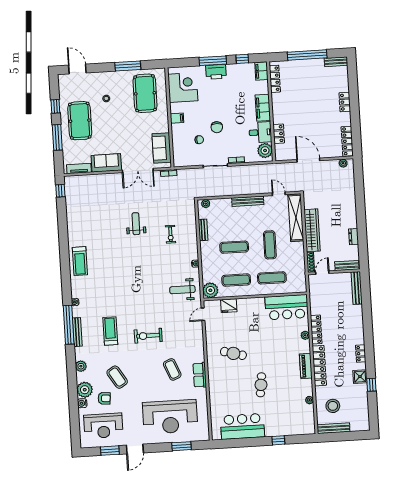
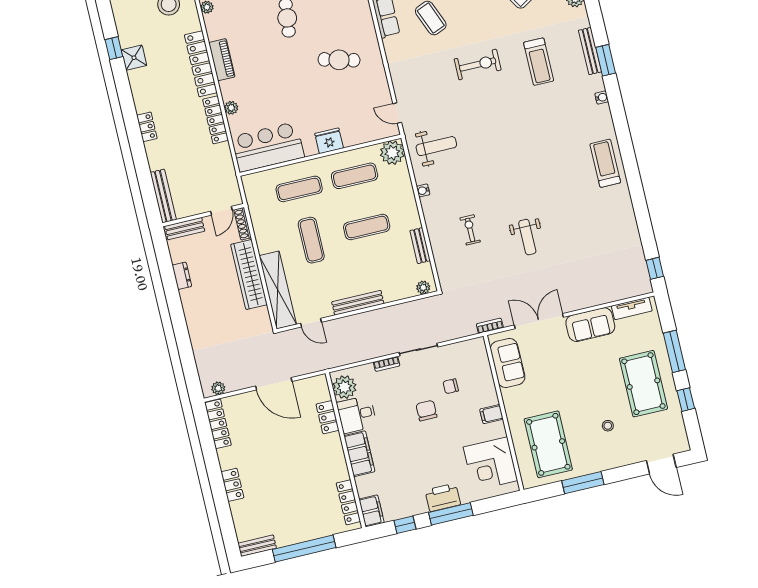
fridge: (229, 306) -> (329, 141), moved
door: (203, 314) -> (397, 113), swing flipped
window: (69, 325) -> (606, 60), width x0.47
locker: (361, 354) -> (147, 127), moved

